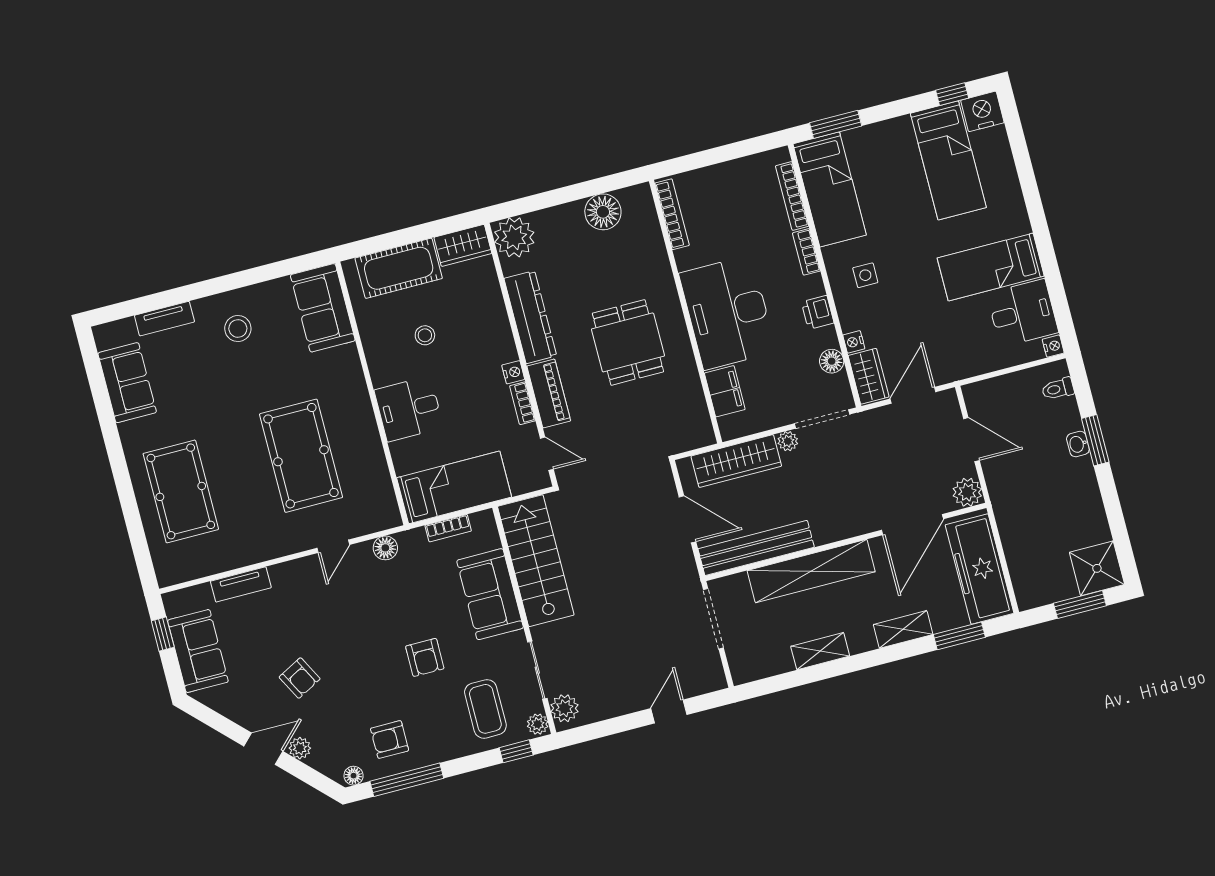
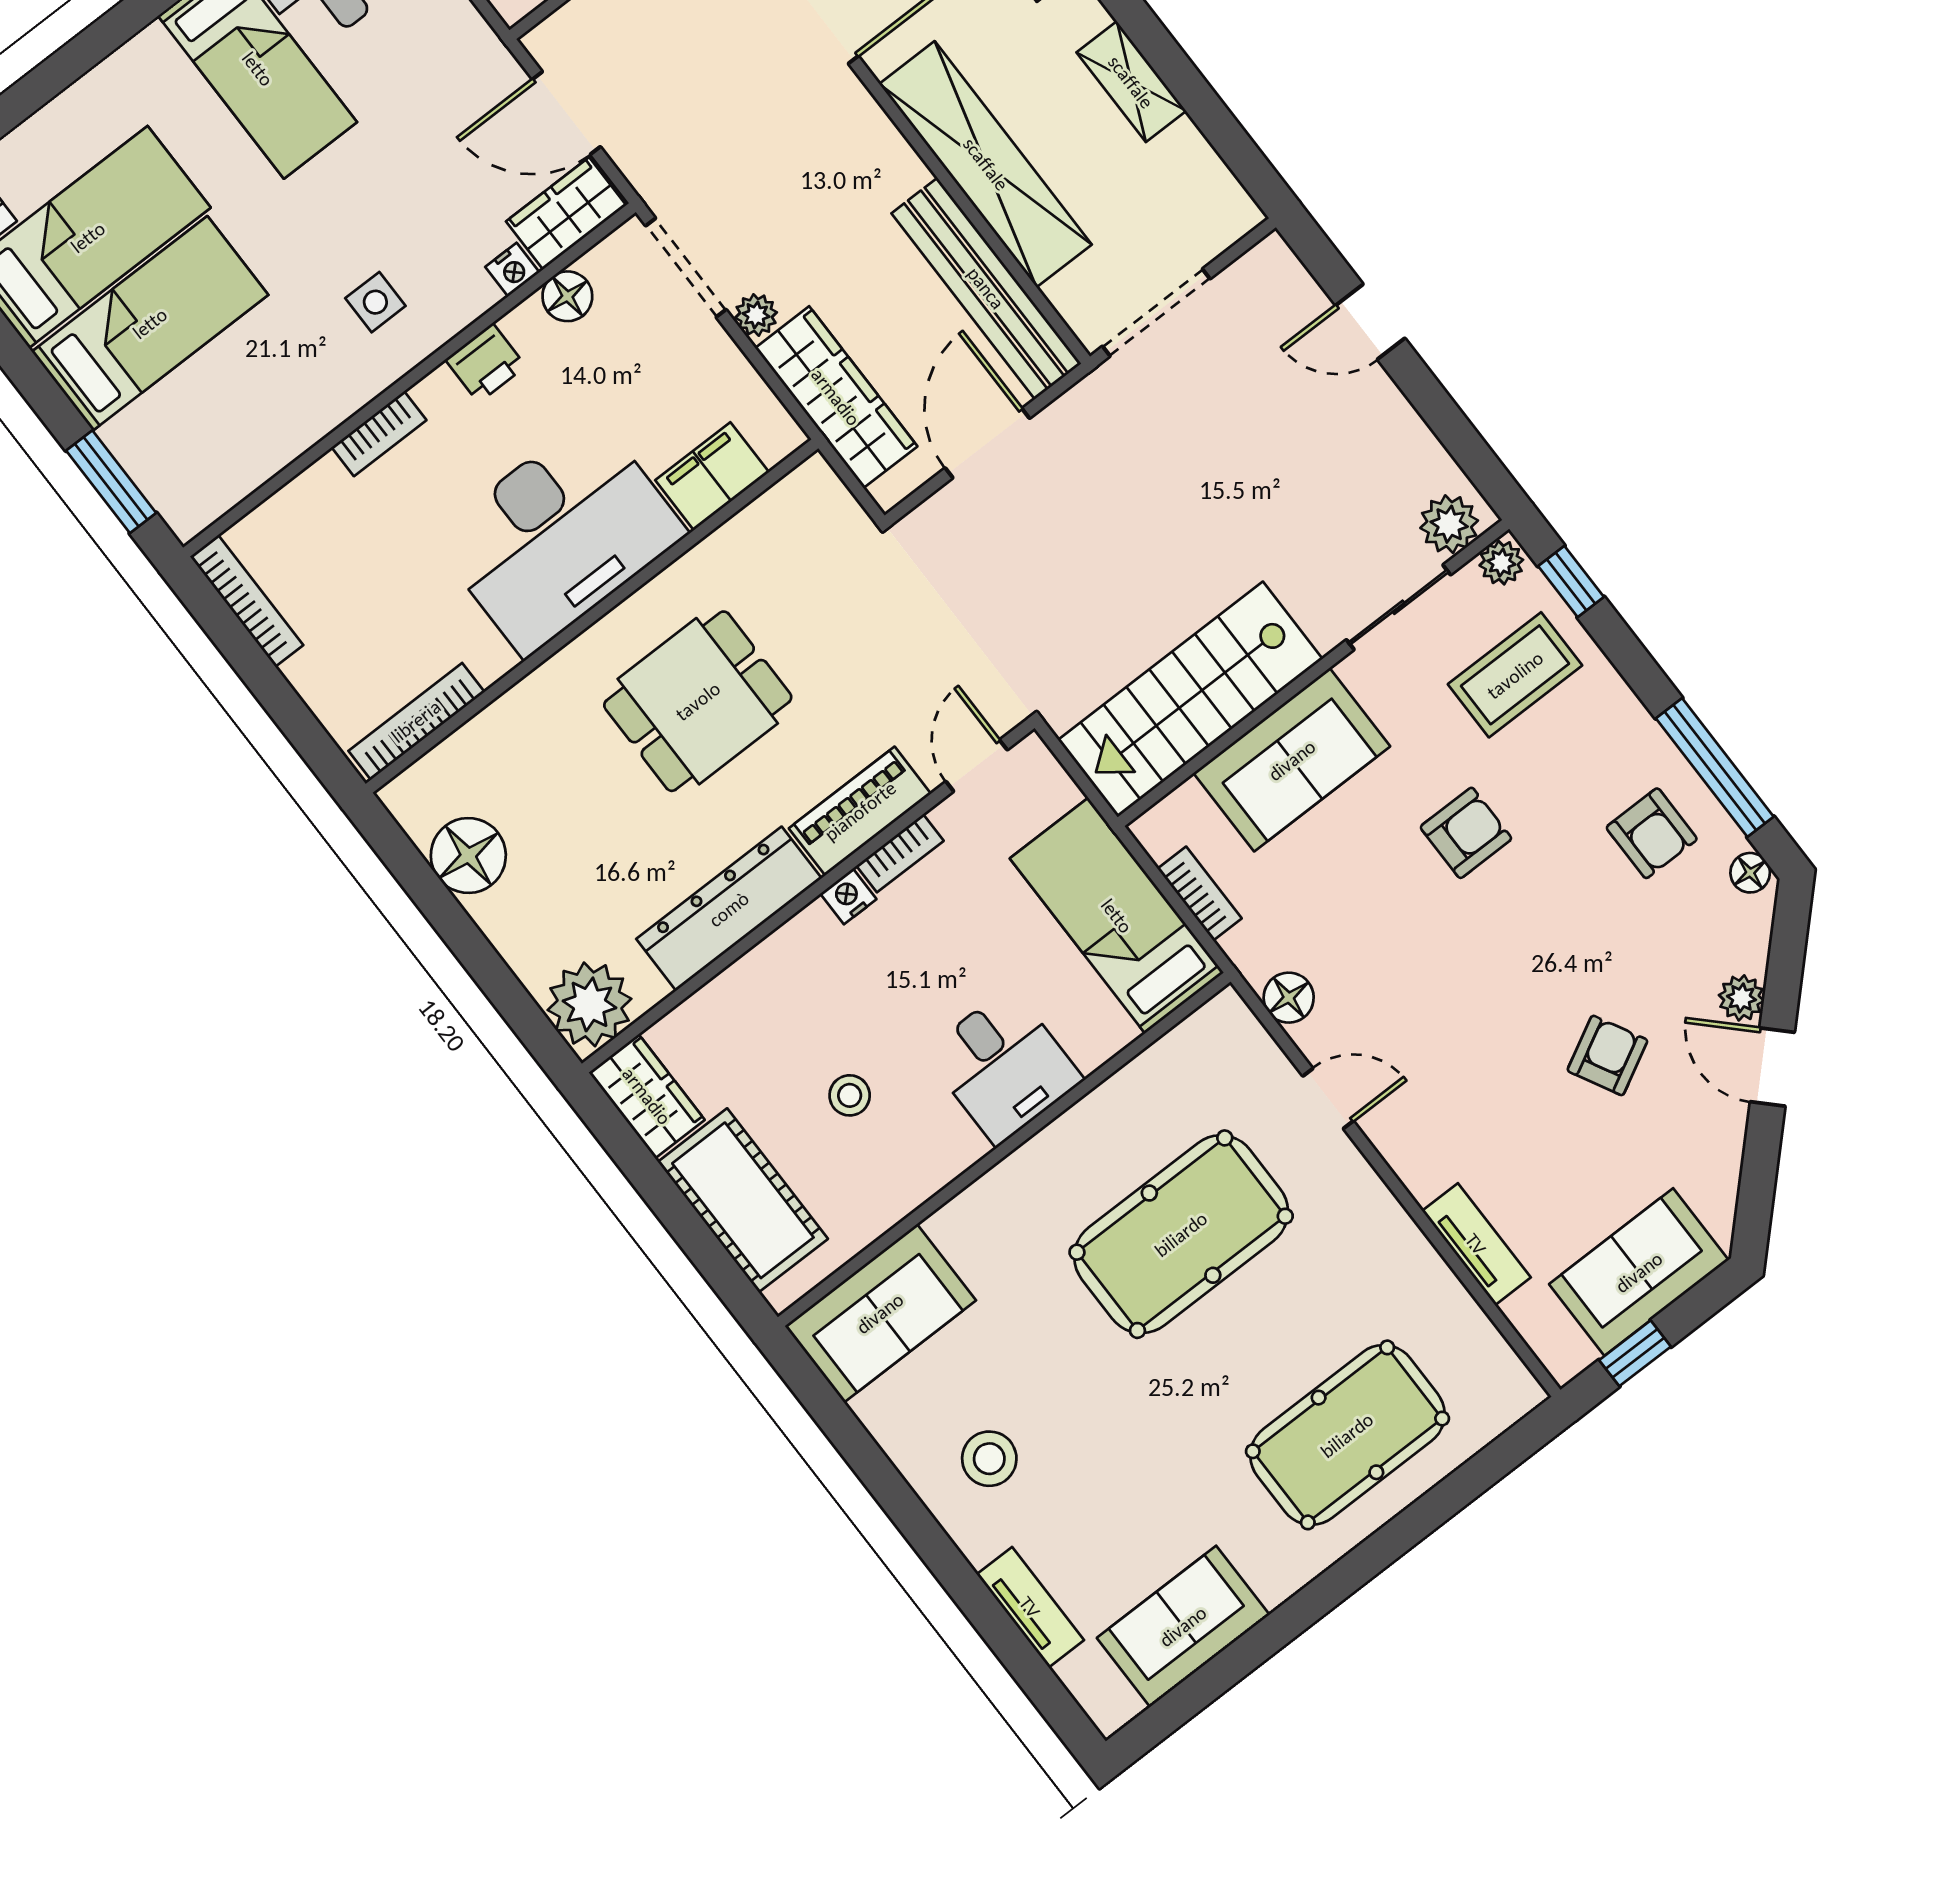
bed: (830, 189) -> (150, 323), moved
bookcase: (792, 196) -> (247, 601), moved, turned -90

